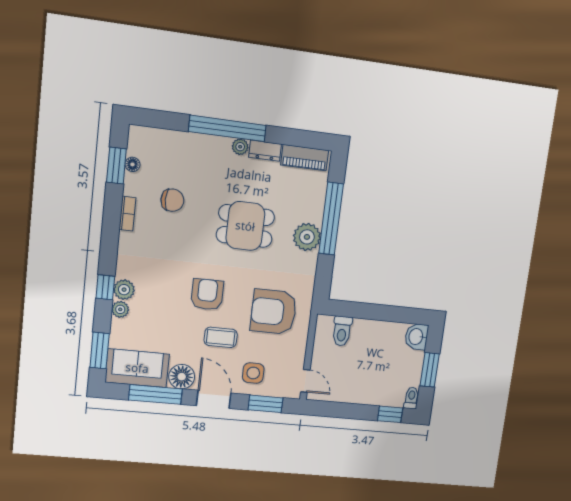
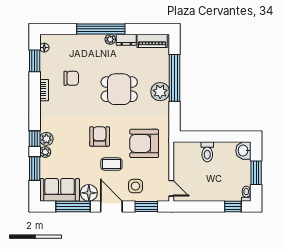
floor lamp: (132, 164) -> (44, 48), moved
toilet: (342, 331) -> (207, 152), moved
window: (100, 351) -> (35, 168), moved

